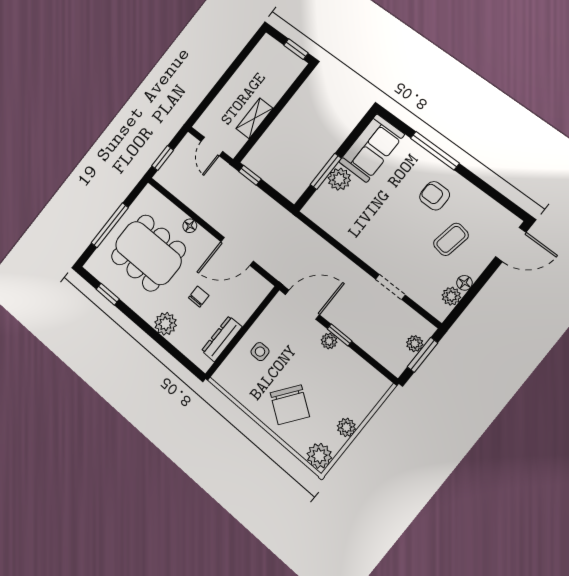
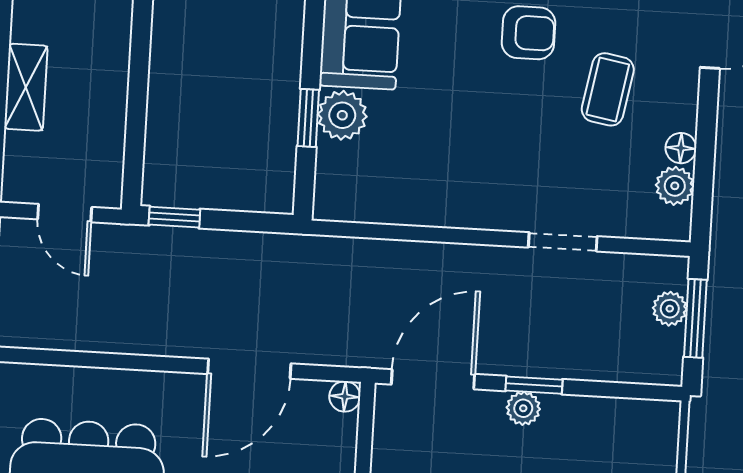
shelving: (254, 118) -> (26, 87), moved
window: (326, 171) -> (308, 118), width x0.67
armchair: (435, 196) -> (528, 33), turned 180
floor lamp: (190, 226) -> (345, 396), moved

